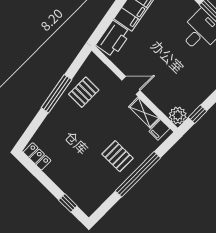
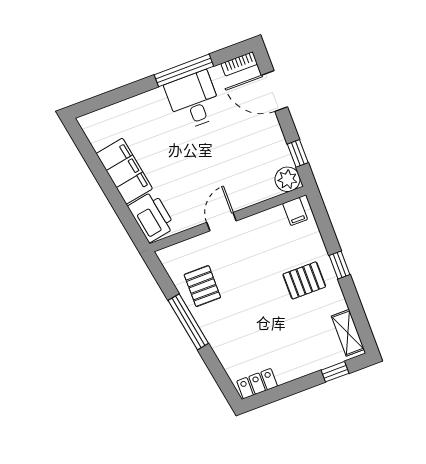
shelving: (144, 113) -> (348, 333), moved, turned 90
window: (138, 174) -> (340, 265), width x0.32

